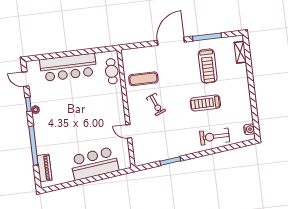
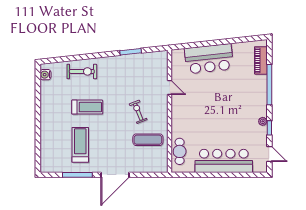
shelving: (240, 52) -> (45, 155), removed

